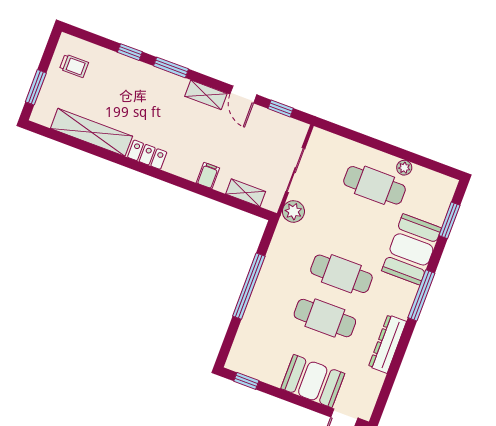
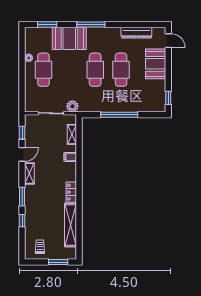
dresser: (387, 344) -> (136, 33), moved

